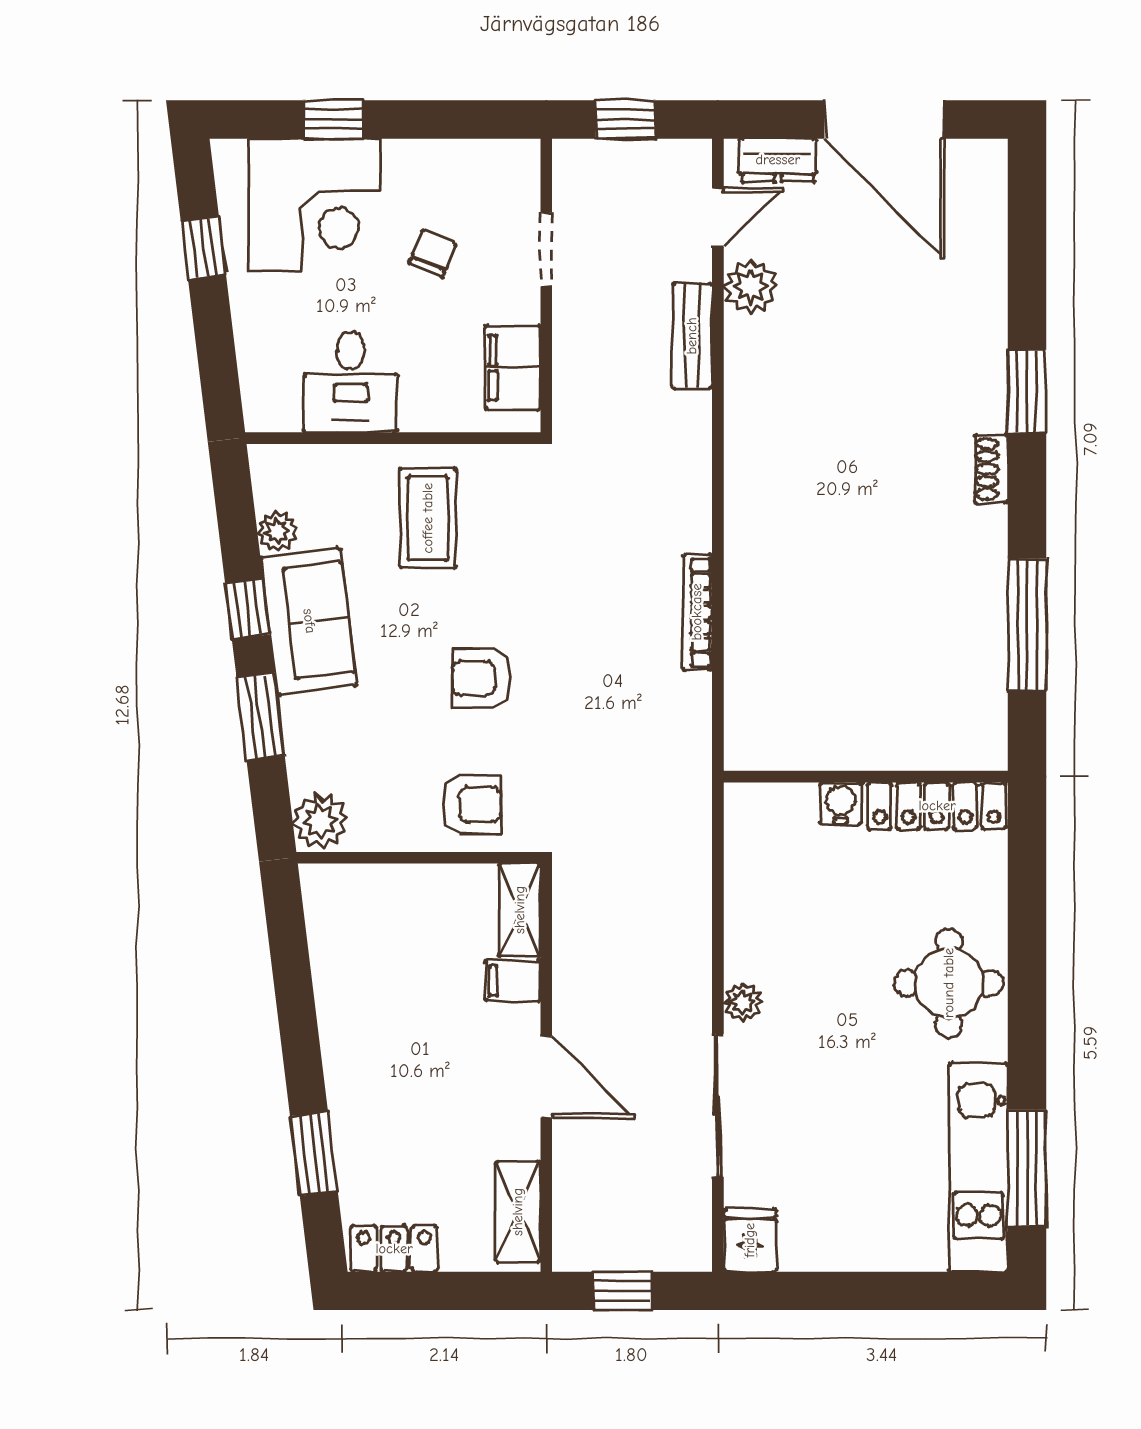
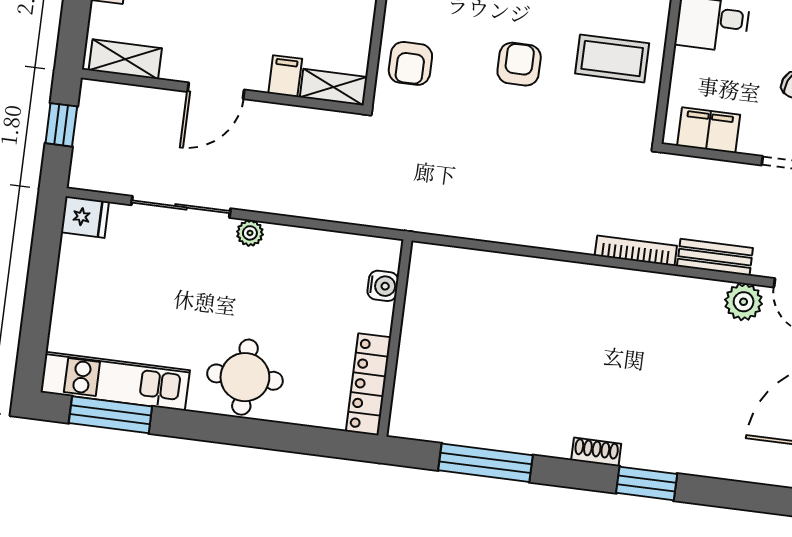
bookcase: (697, 612) -> (636, 251), moved
armchair: (482, 678) -> (519, 64), moved
water cooler: (841, 803) -> (383, 286), moved

